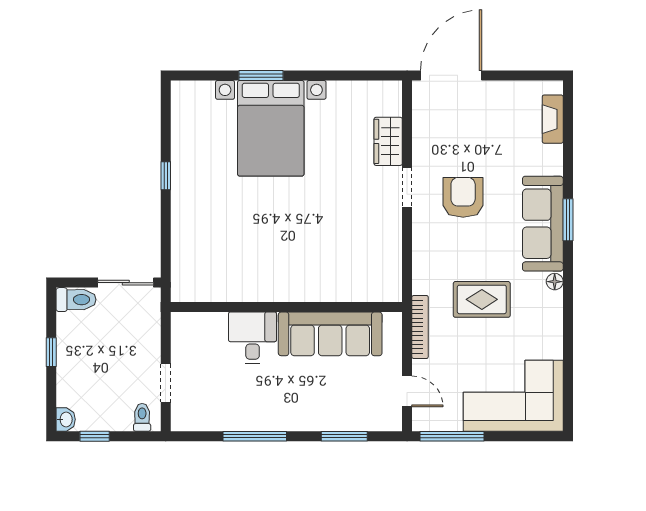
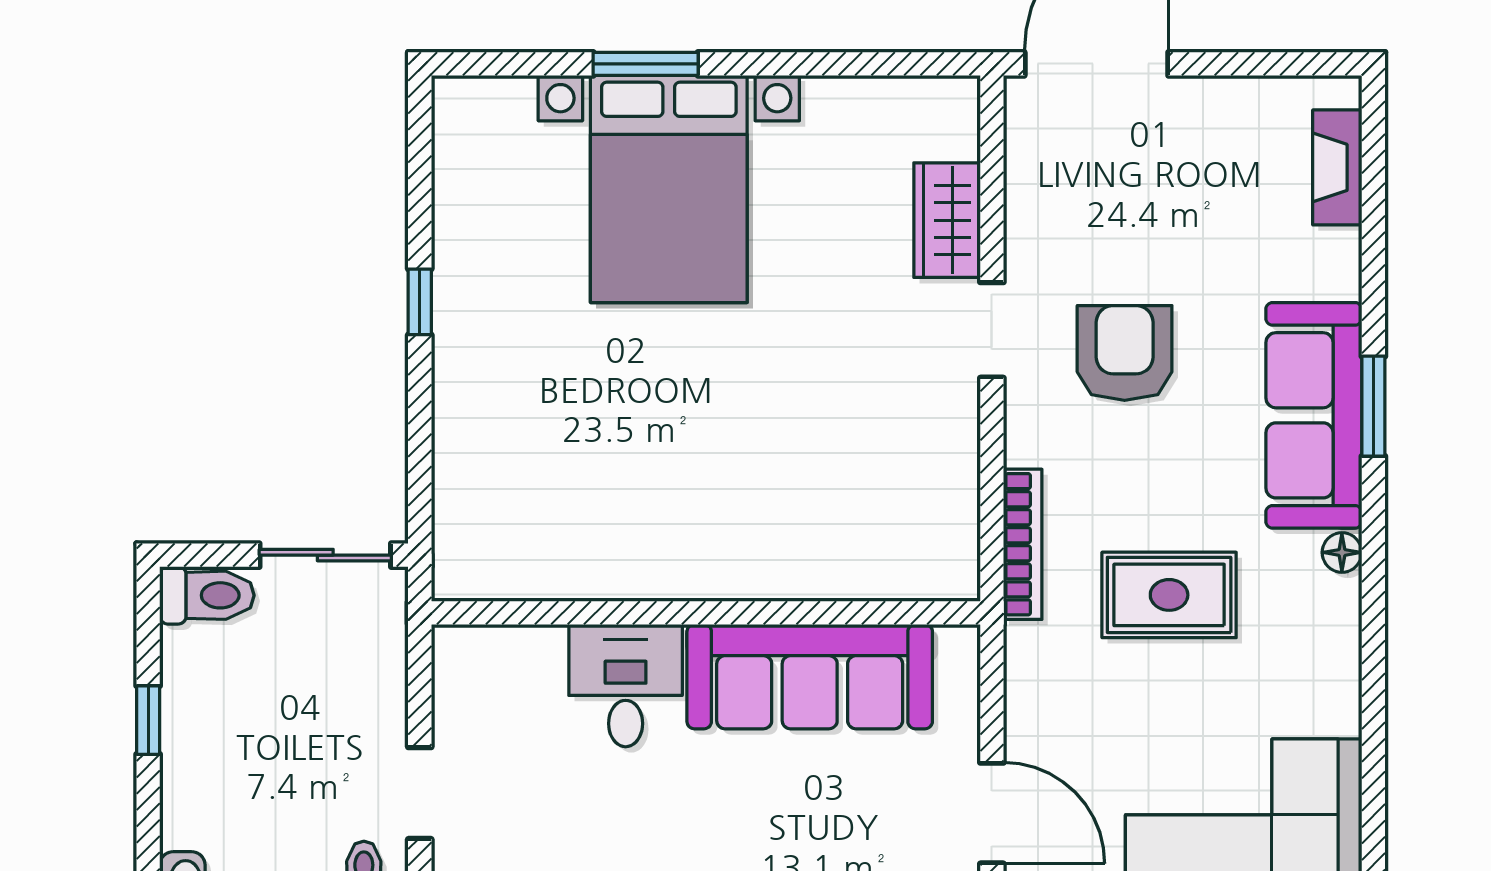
bookcase: (420, 327) -> (1023, 544), moved
door: (407, 391) -> (992, 813), width x1.38

